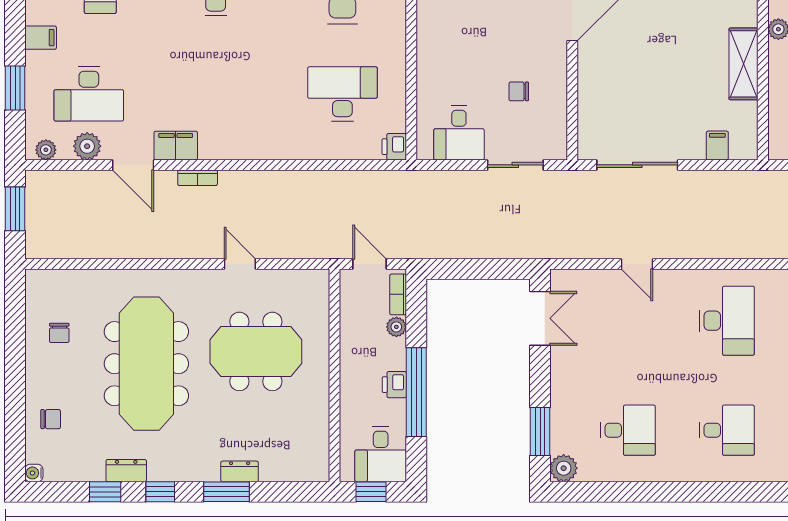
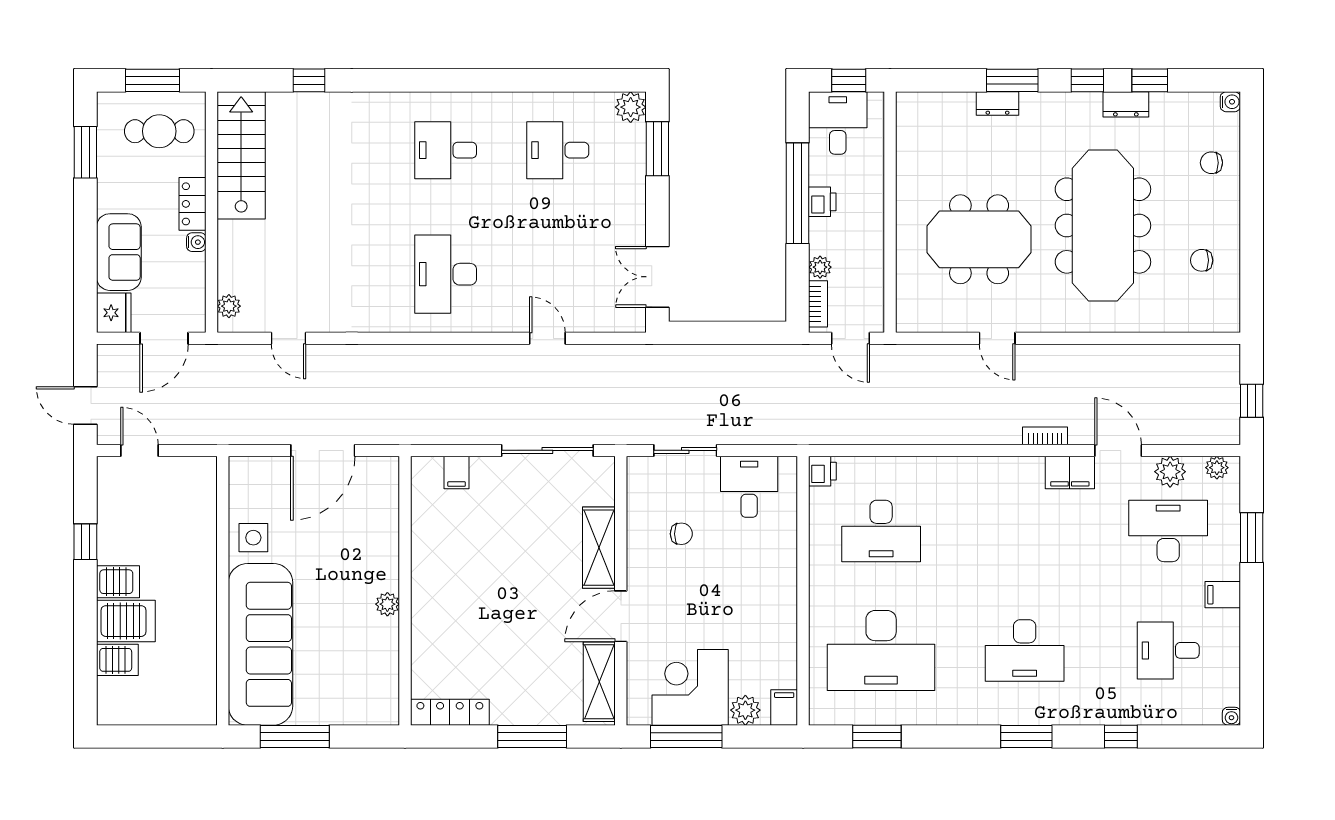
shelving: (744, 64) -> (599, 548), moved
window: (15, 209) -> (1252, 401), width x0.67
chair: (59, 333) -> (1202, 260), turned -90

